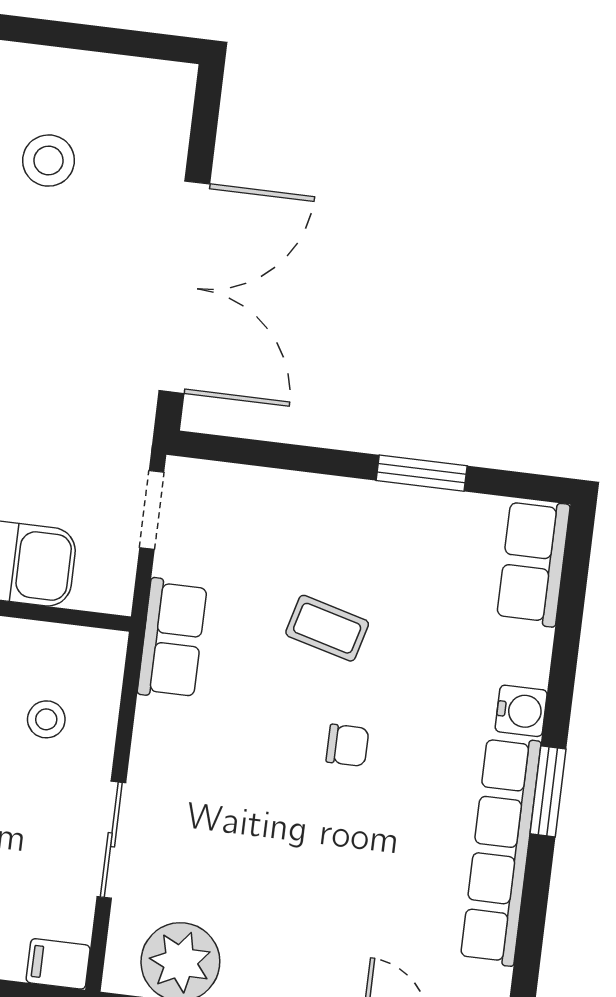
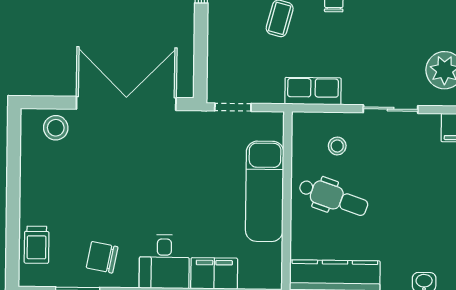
stool: (48, 161) -> (56, 128), moved
row of seats: (172, 639) -> (313, 91), moved

